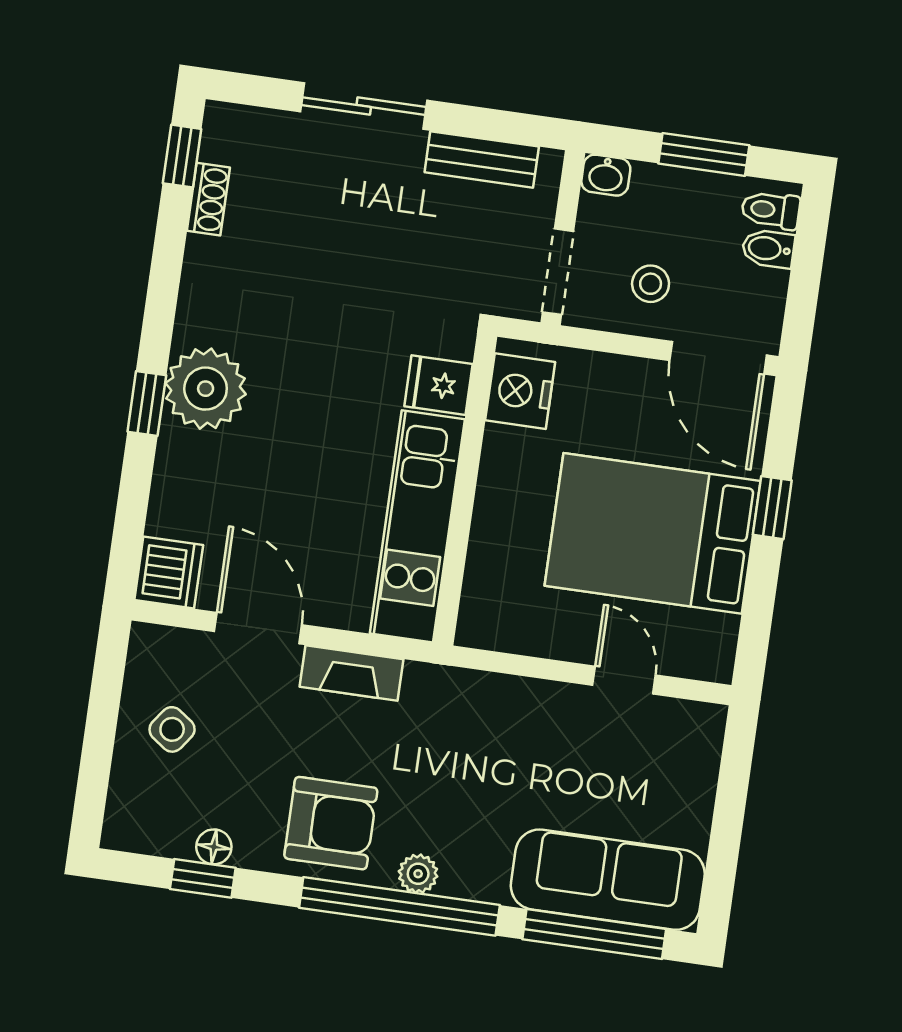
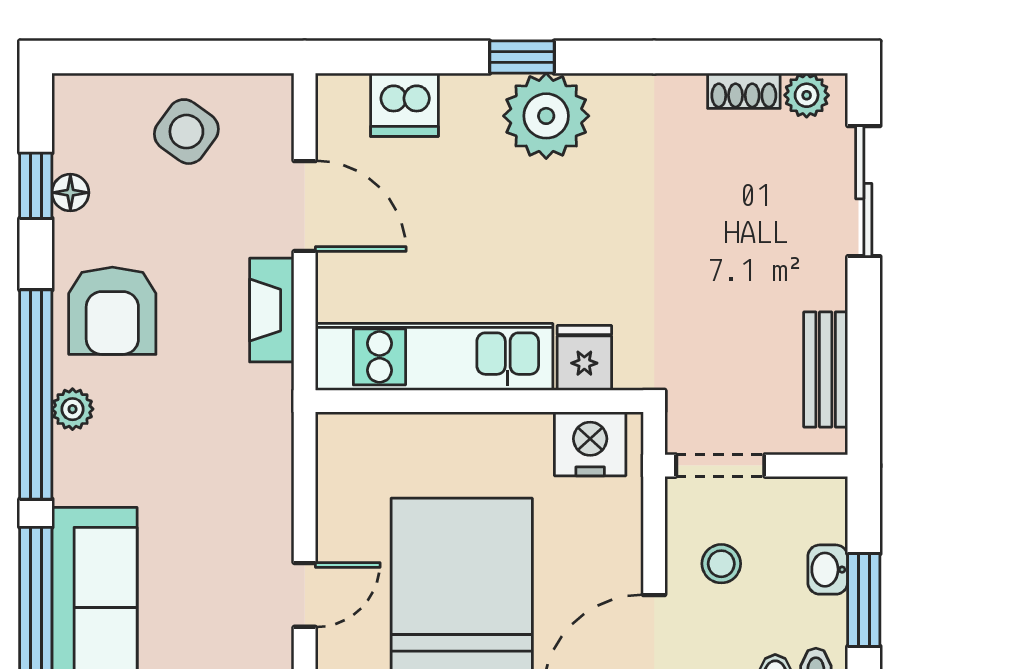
sliding door: (364, 106) -> (864, 191), moved
plant: (221, 141) -> (807, 95), added
window: (182, 156) -> (785, 57), removed
washbasin: (606, 175) -> (828, 570), moved
dishwasher: (169, 572) -> (404, 105), moved
door: (258, 628) -> (305, 206), hinge flipped
side table: (172, 729) -> (186, 132), width x1.37, depth x1.37

